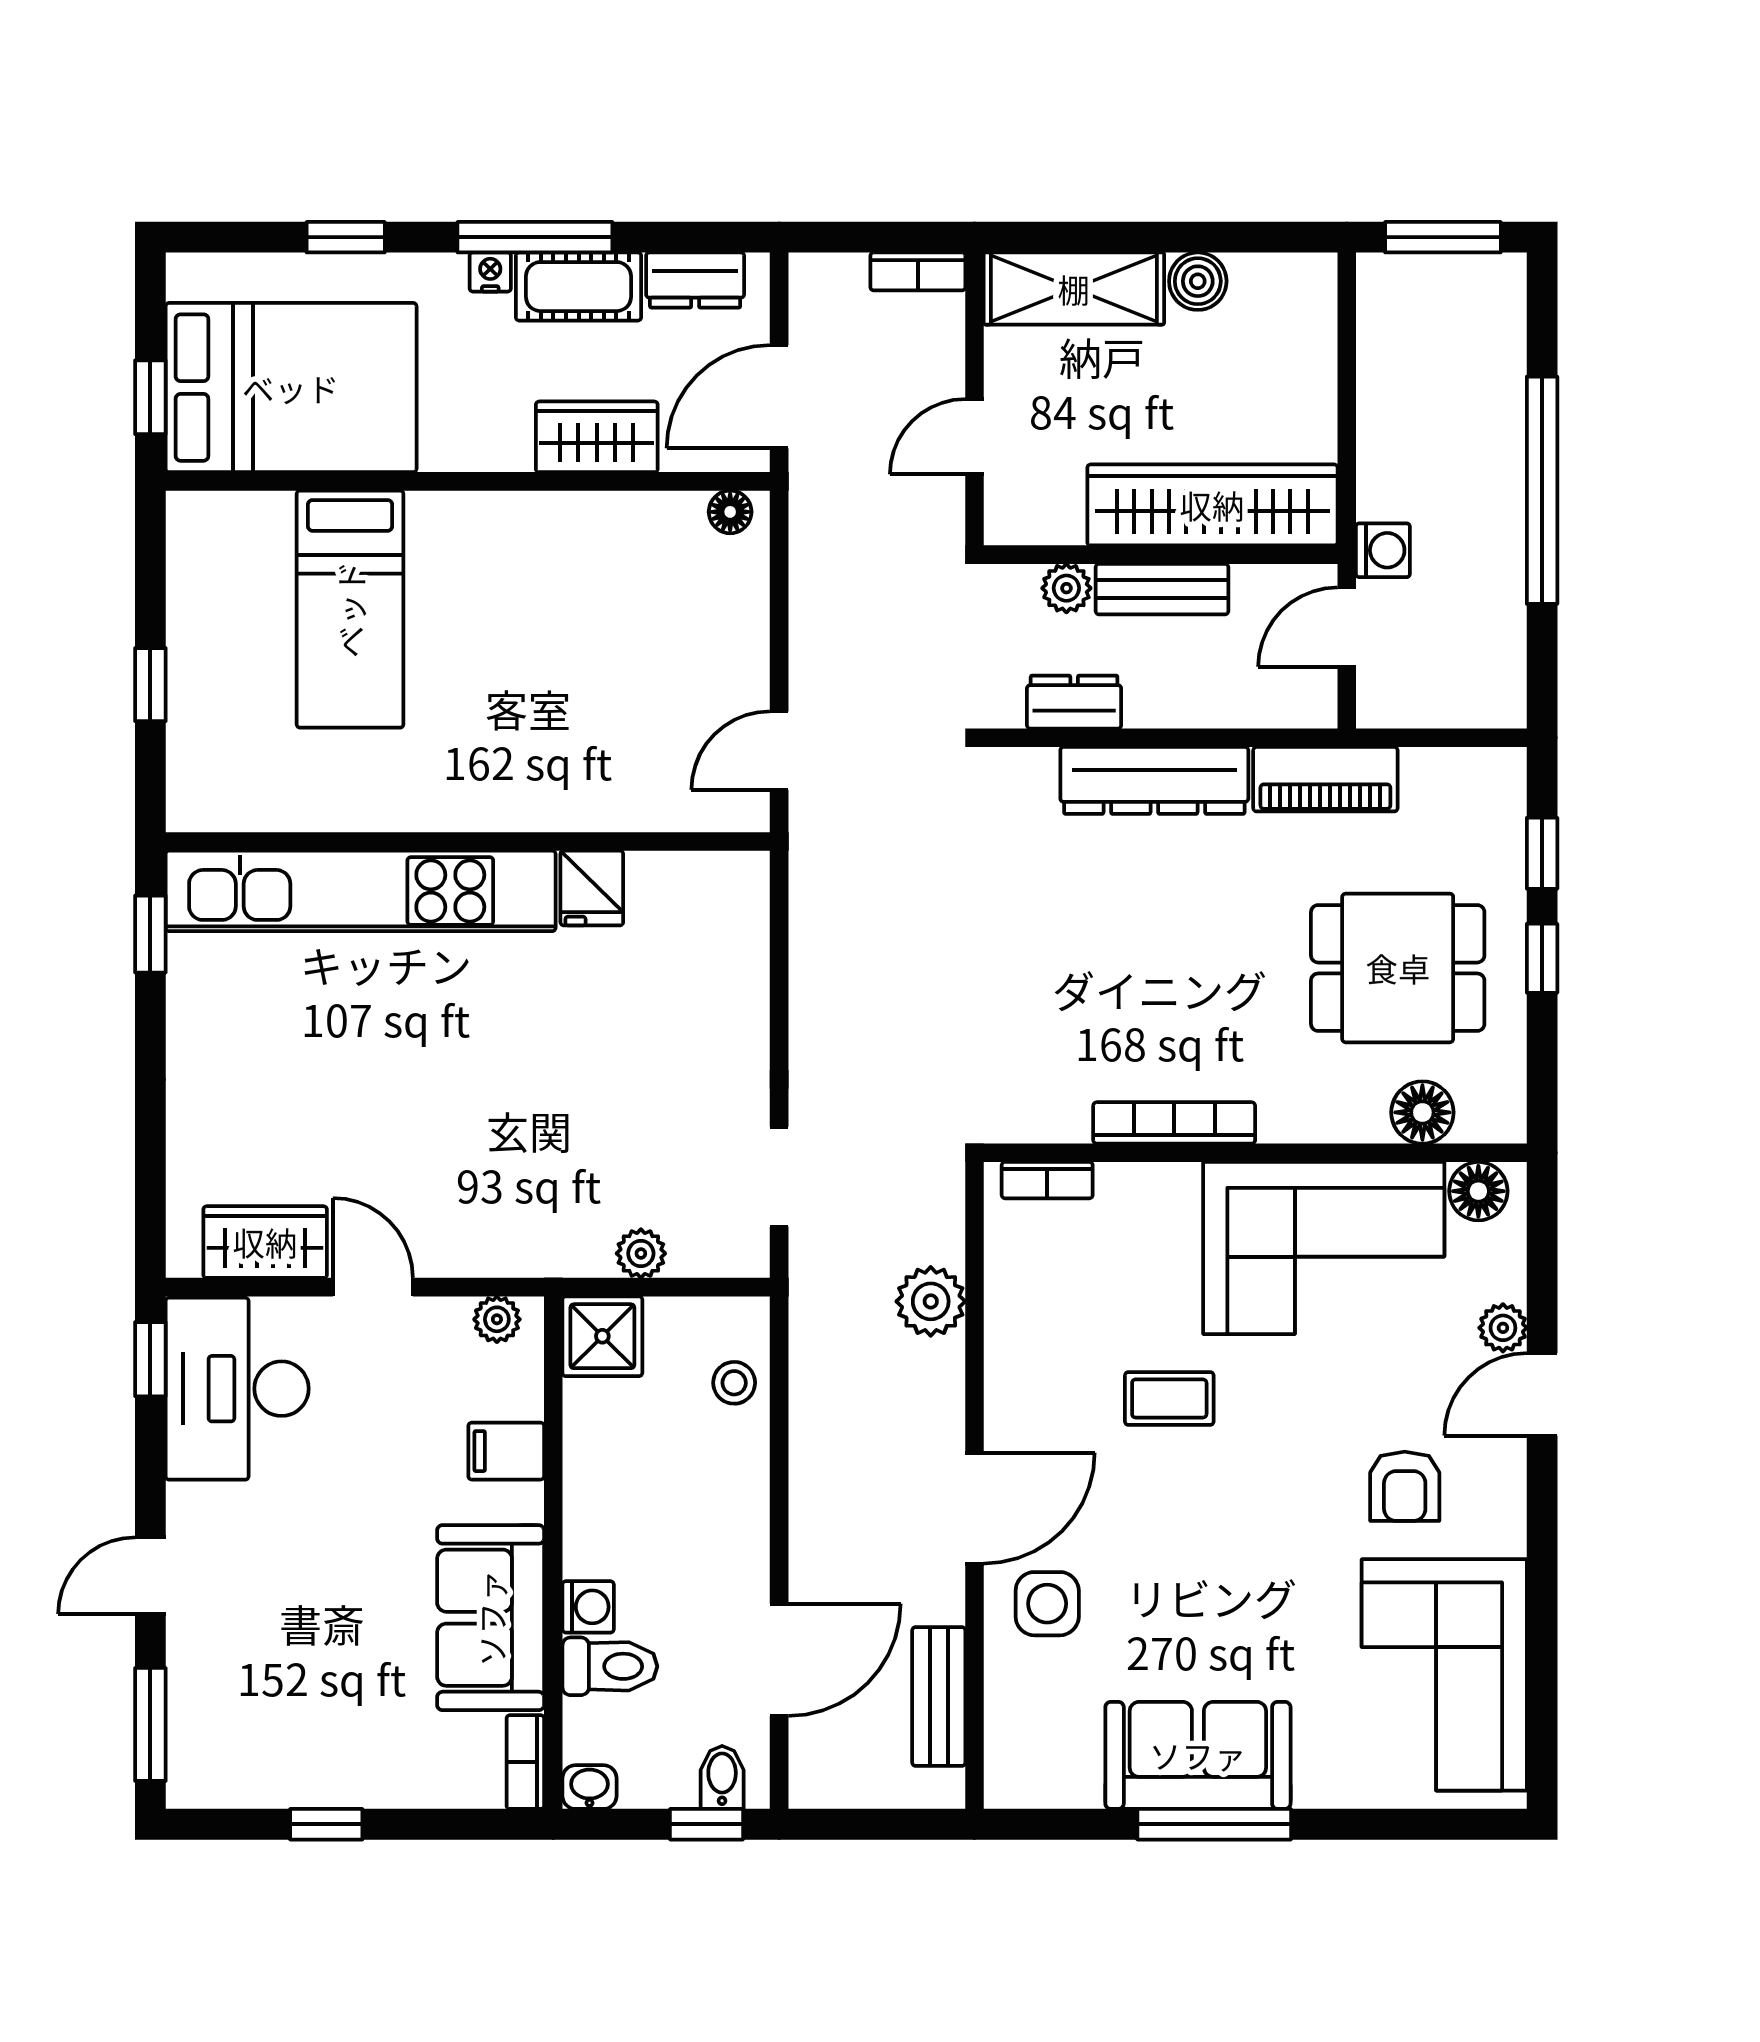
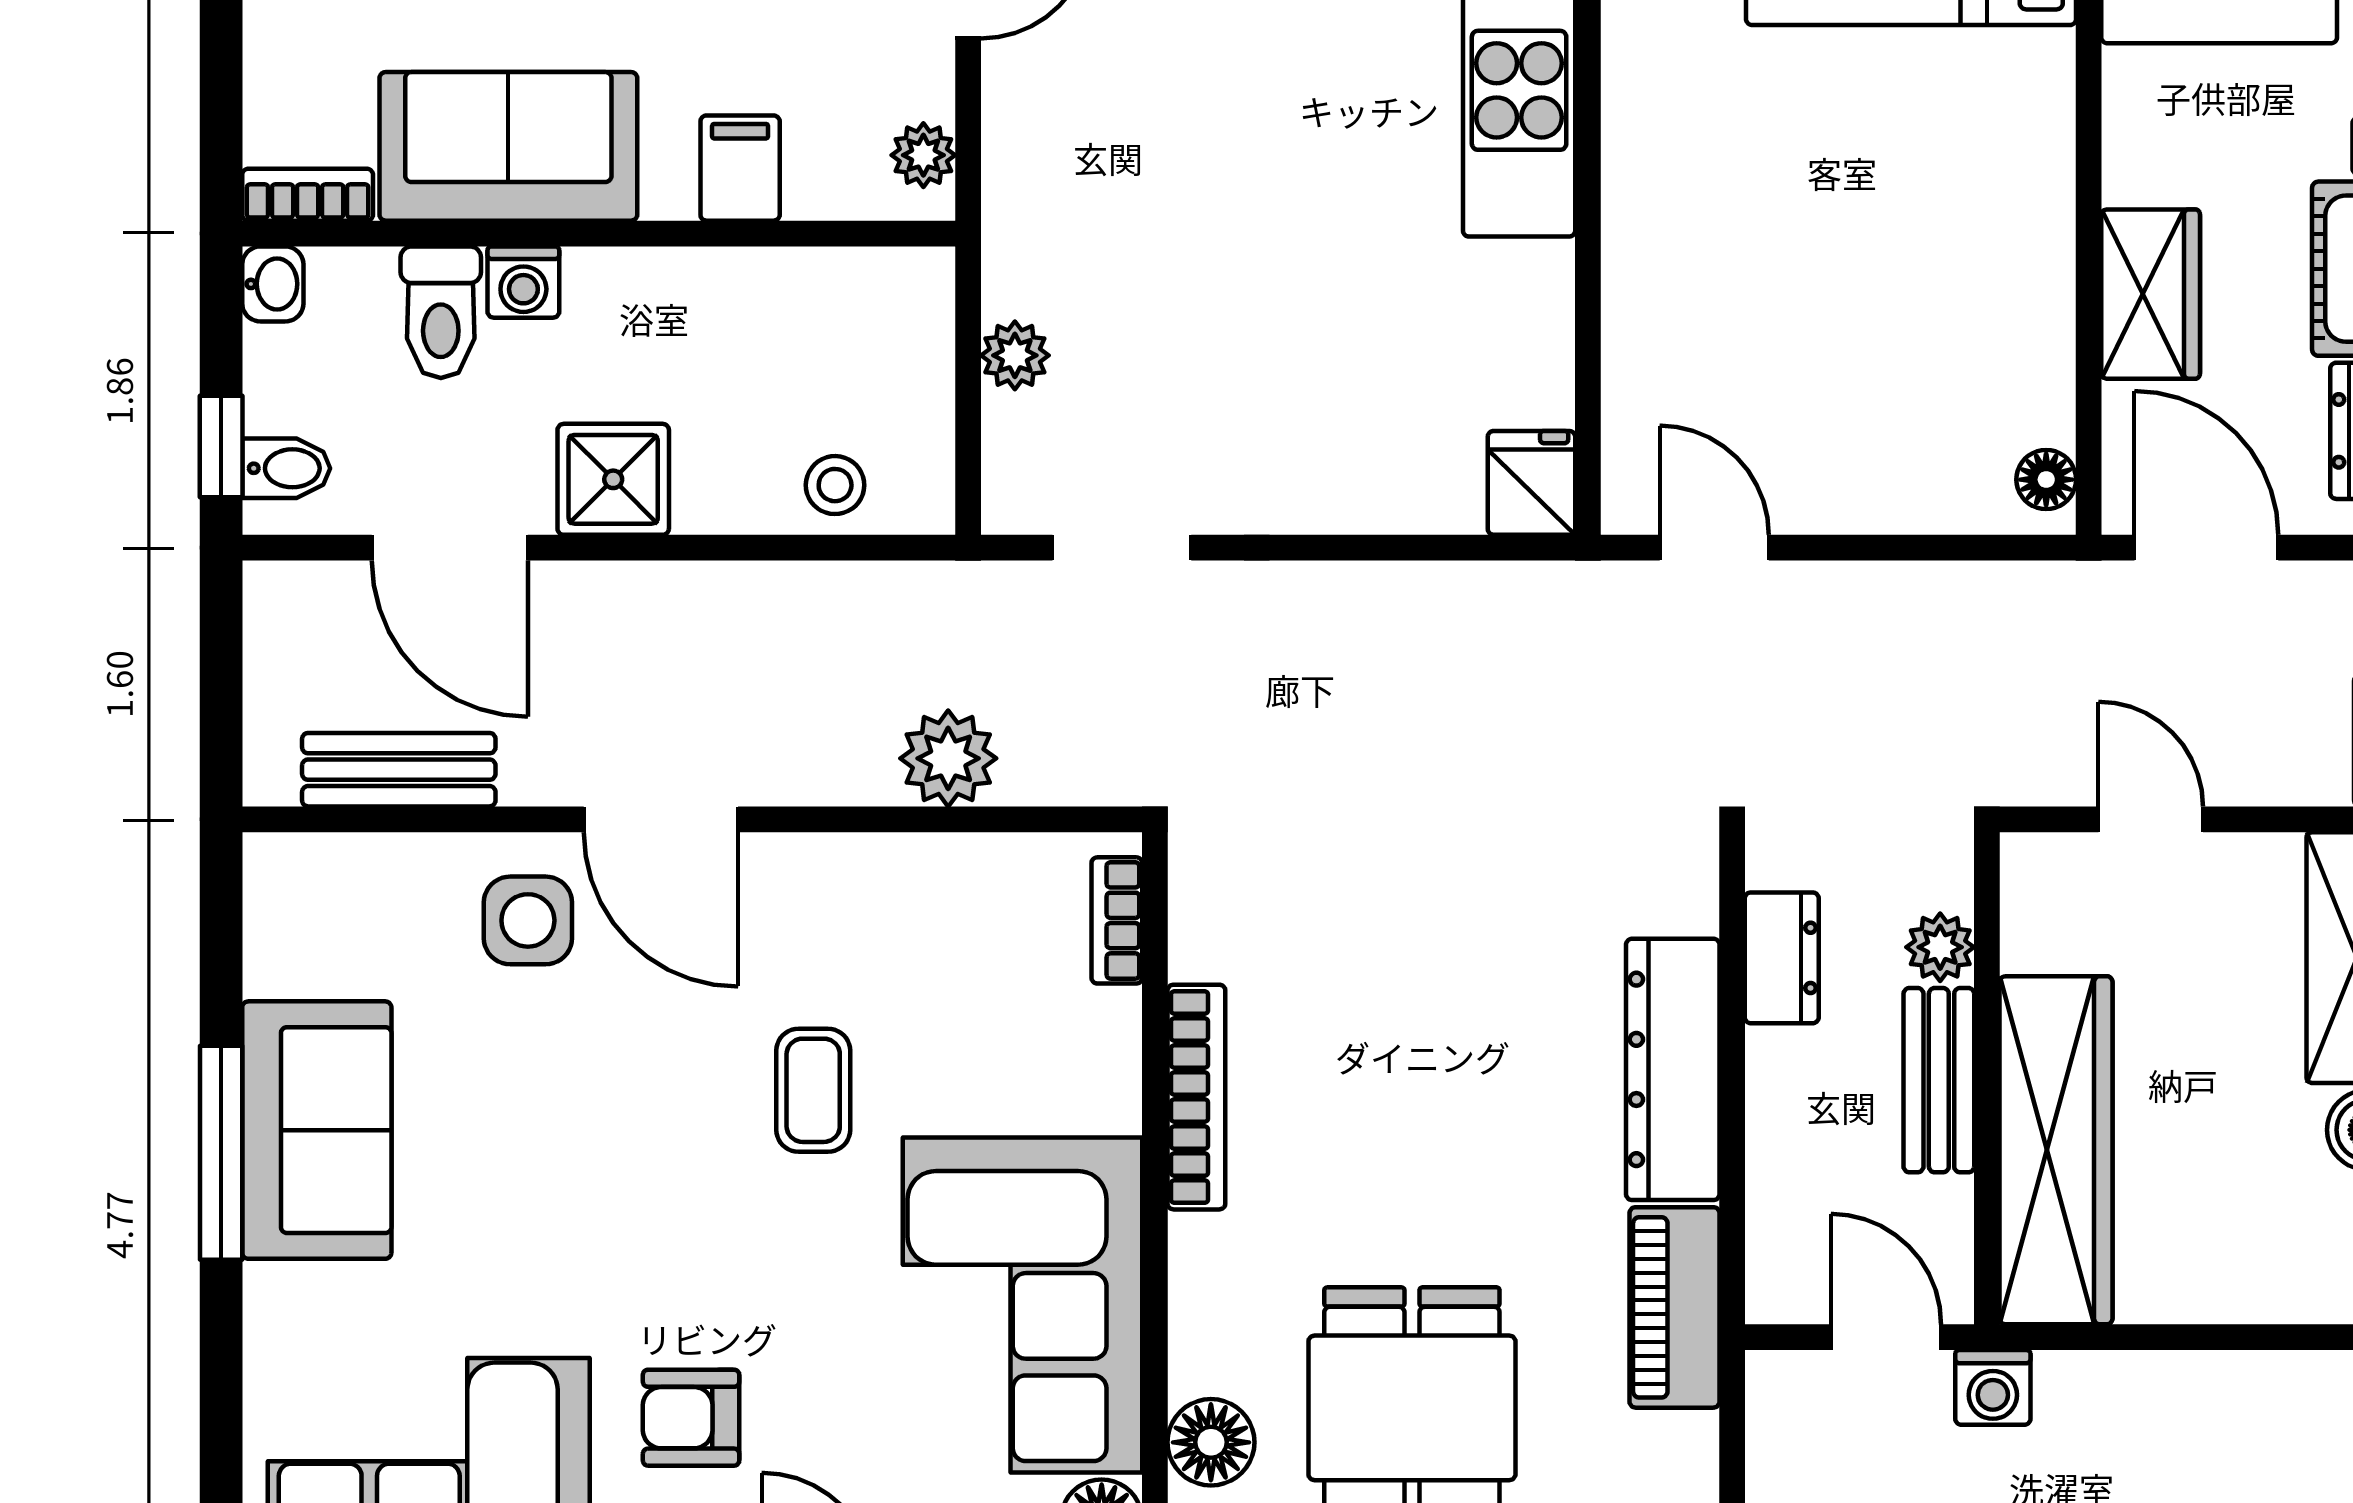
fridge: (592, 888) -> (1531, 483), moved, turned 90
shower: (602, 1336) -> (613, 479), moved

